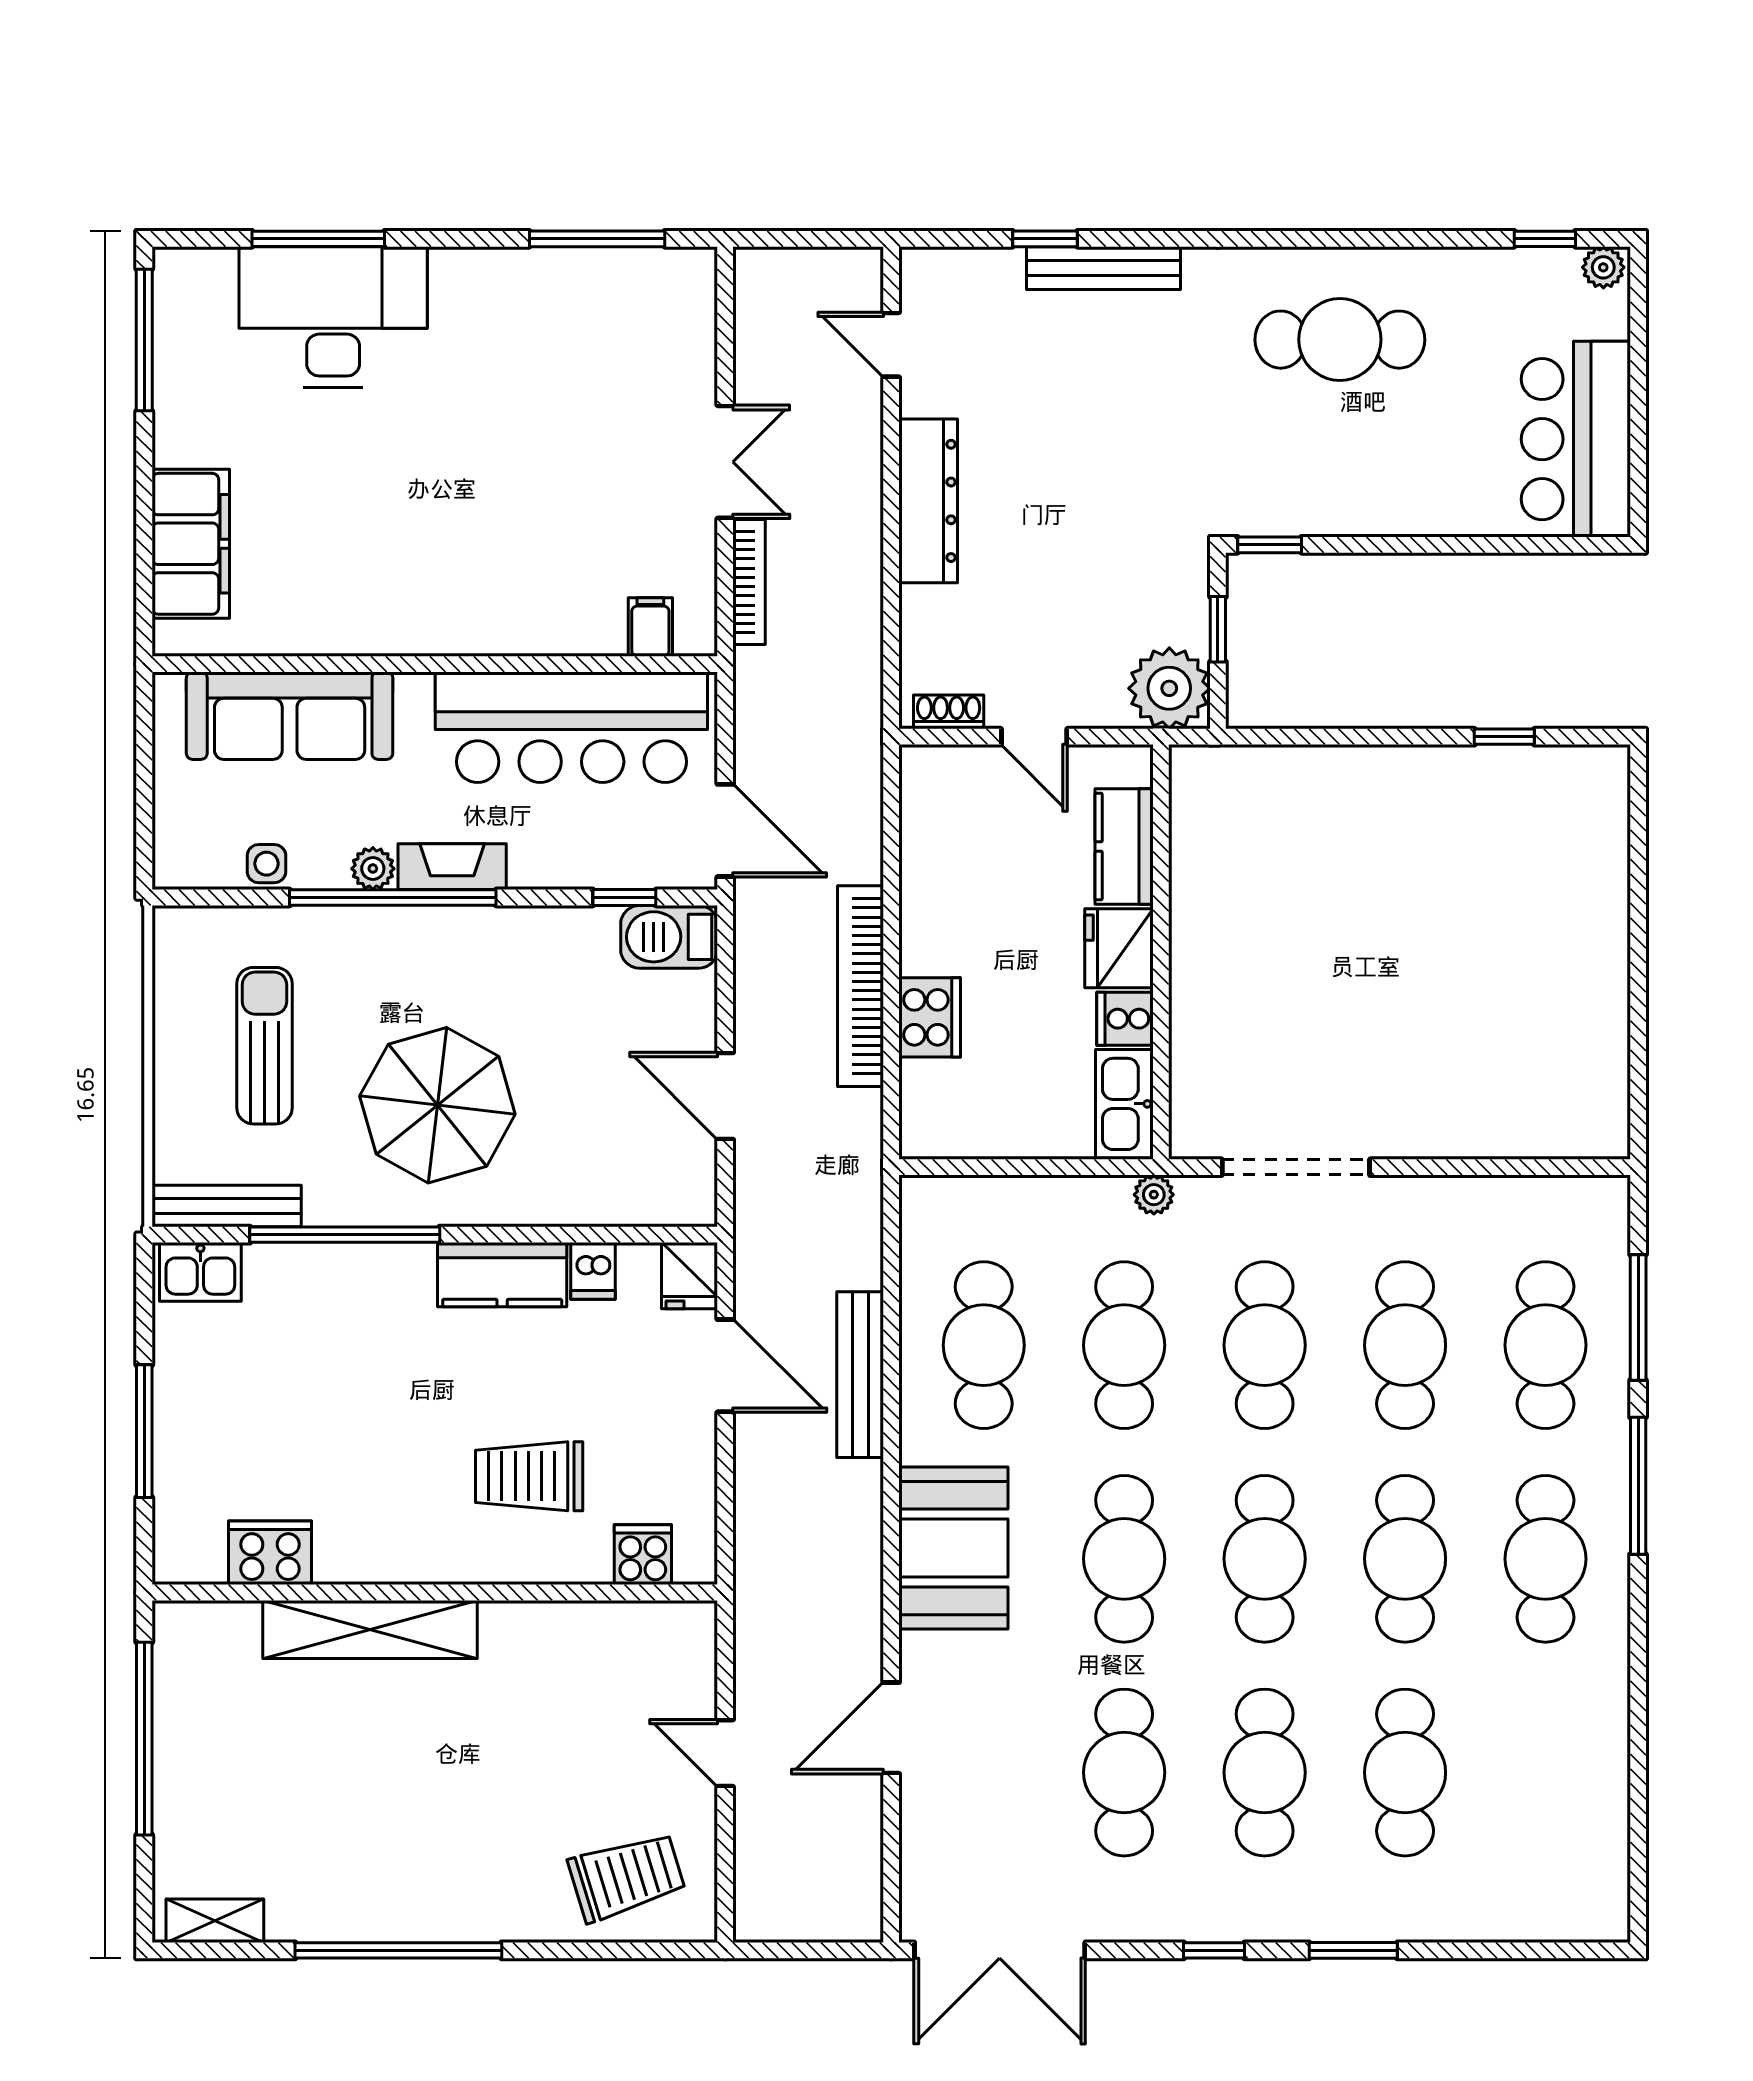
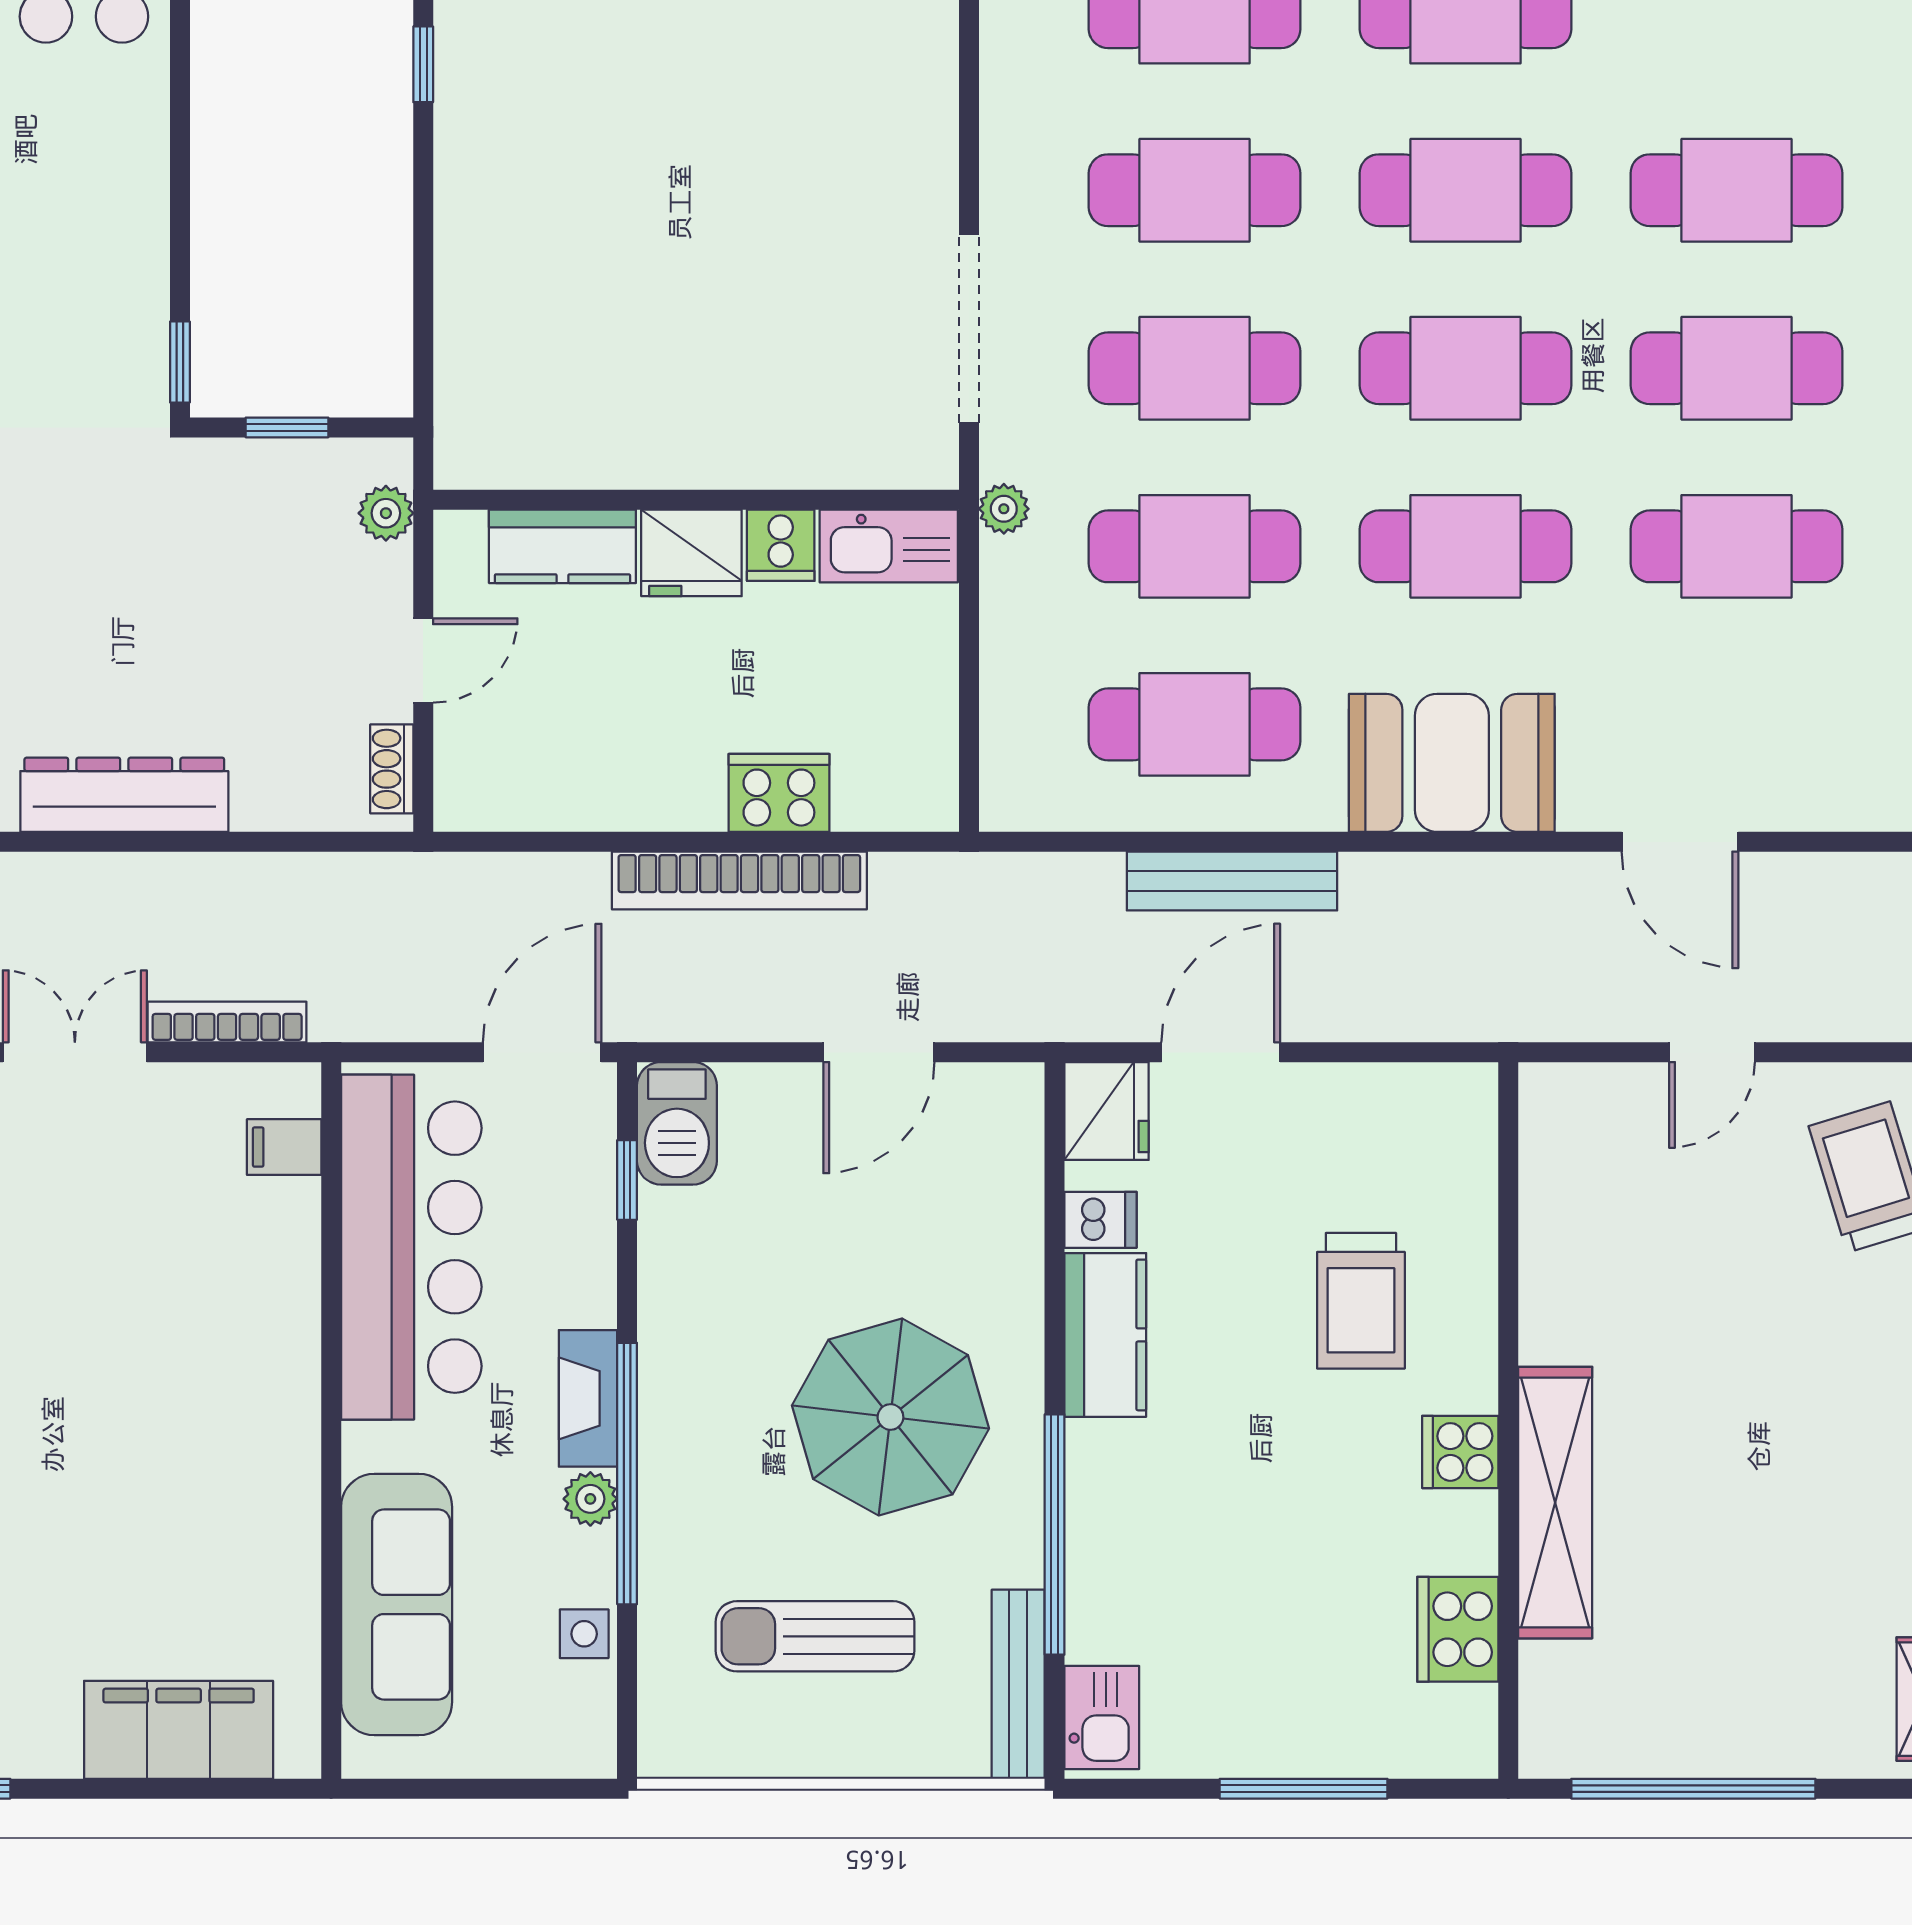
plant: (1169, 688) -> (386, 513), width x0.53, depth x0.53
fridge: (690, 1276) -> (1107, 1111), width x1.38
cooker: (643, 1555) -> (1460, 1452), moved

